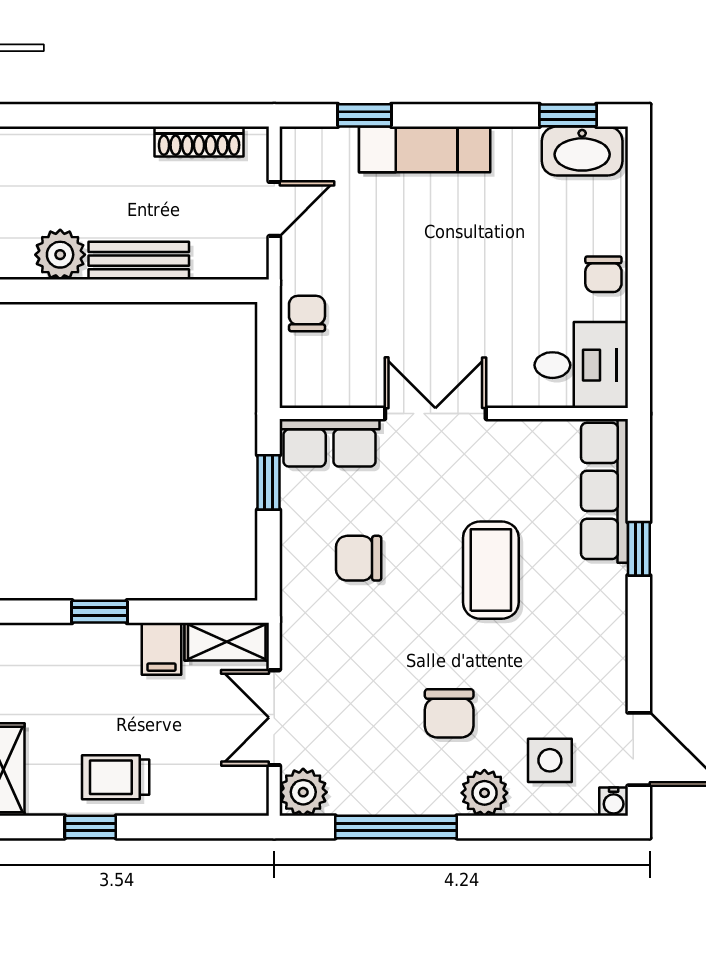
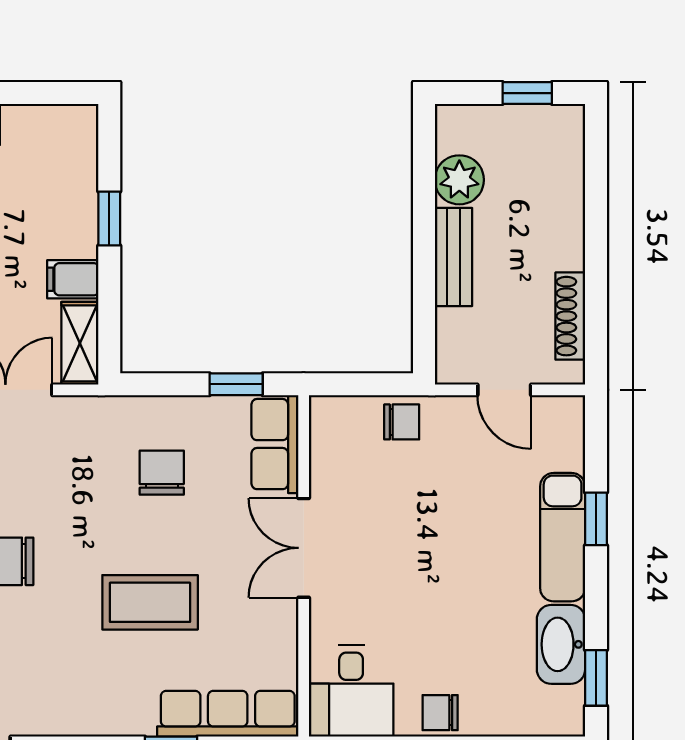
window: (364, 115) -> (596, 519), moved
washbasin: (582, 151) -> (561, 644), moved
double door: (435, 414) -> (304, 548), swing flipped

